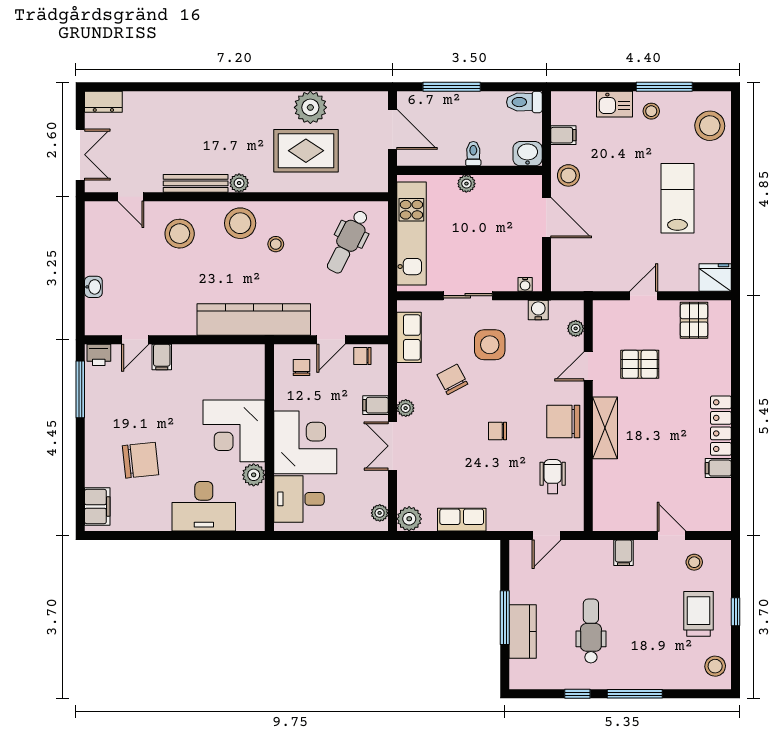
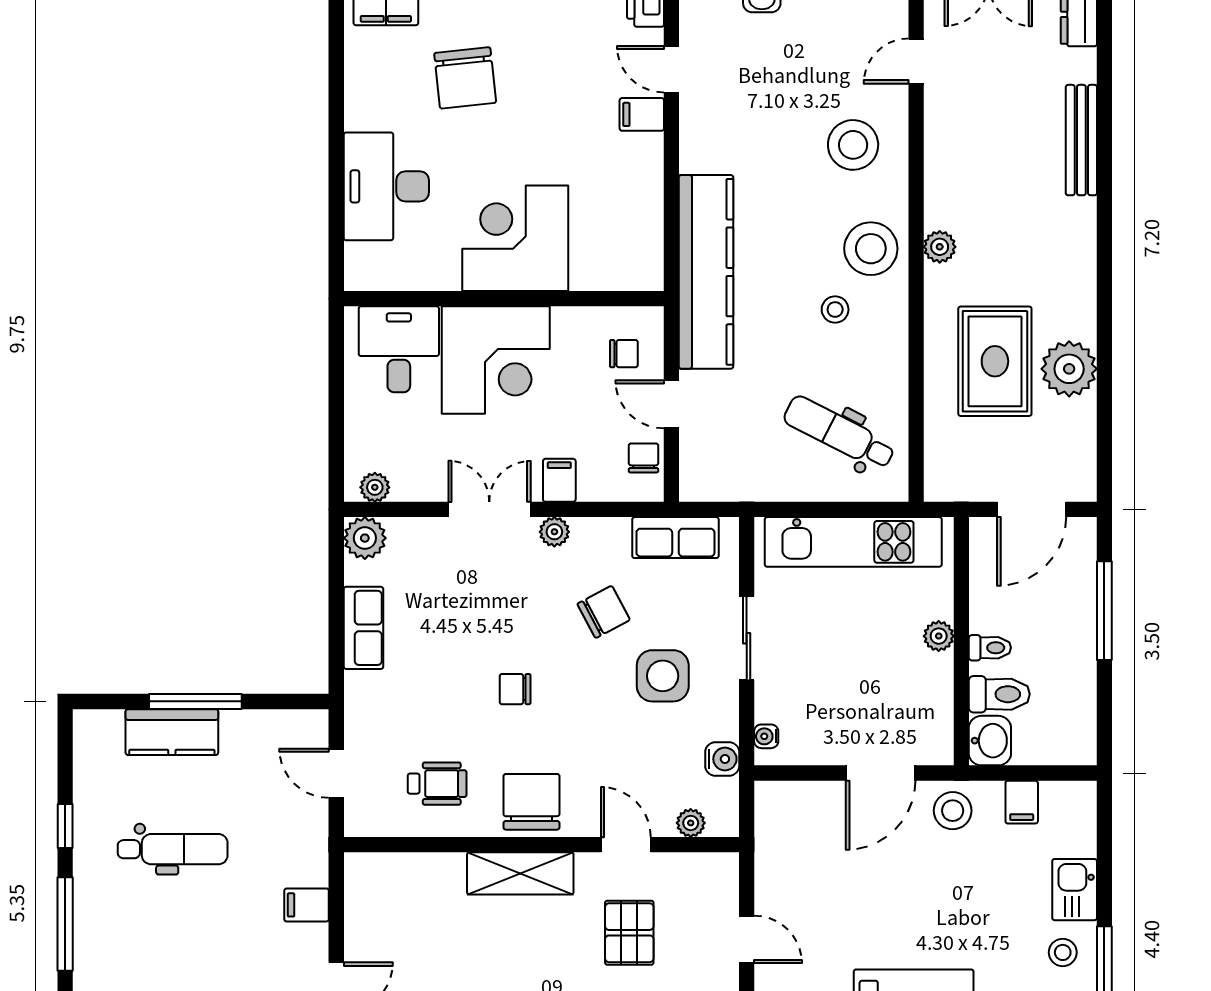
toilet: (524, 102) -> (999, 694), moved, turned 90
bench: (196, 183) -> (1081, 140), moved
chair: (497, 431) -> (515, 689), turned -90
plant: (254, 475) -> (440, 272), removed

